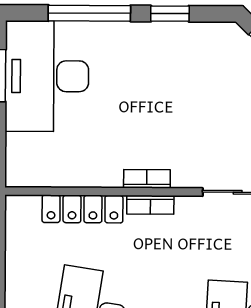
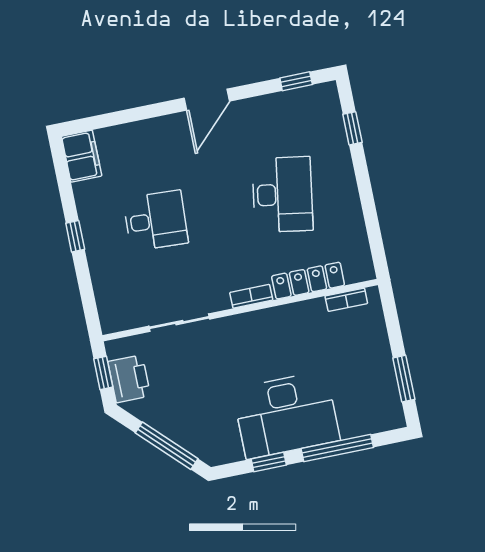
desk: (47, 76) -> (286, 415), moved, turned 90
bookcase: (147, 179) -> (346, 300), moved

